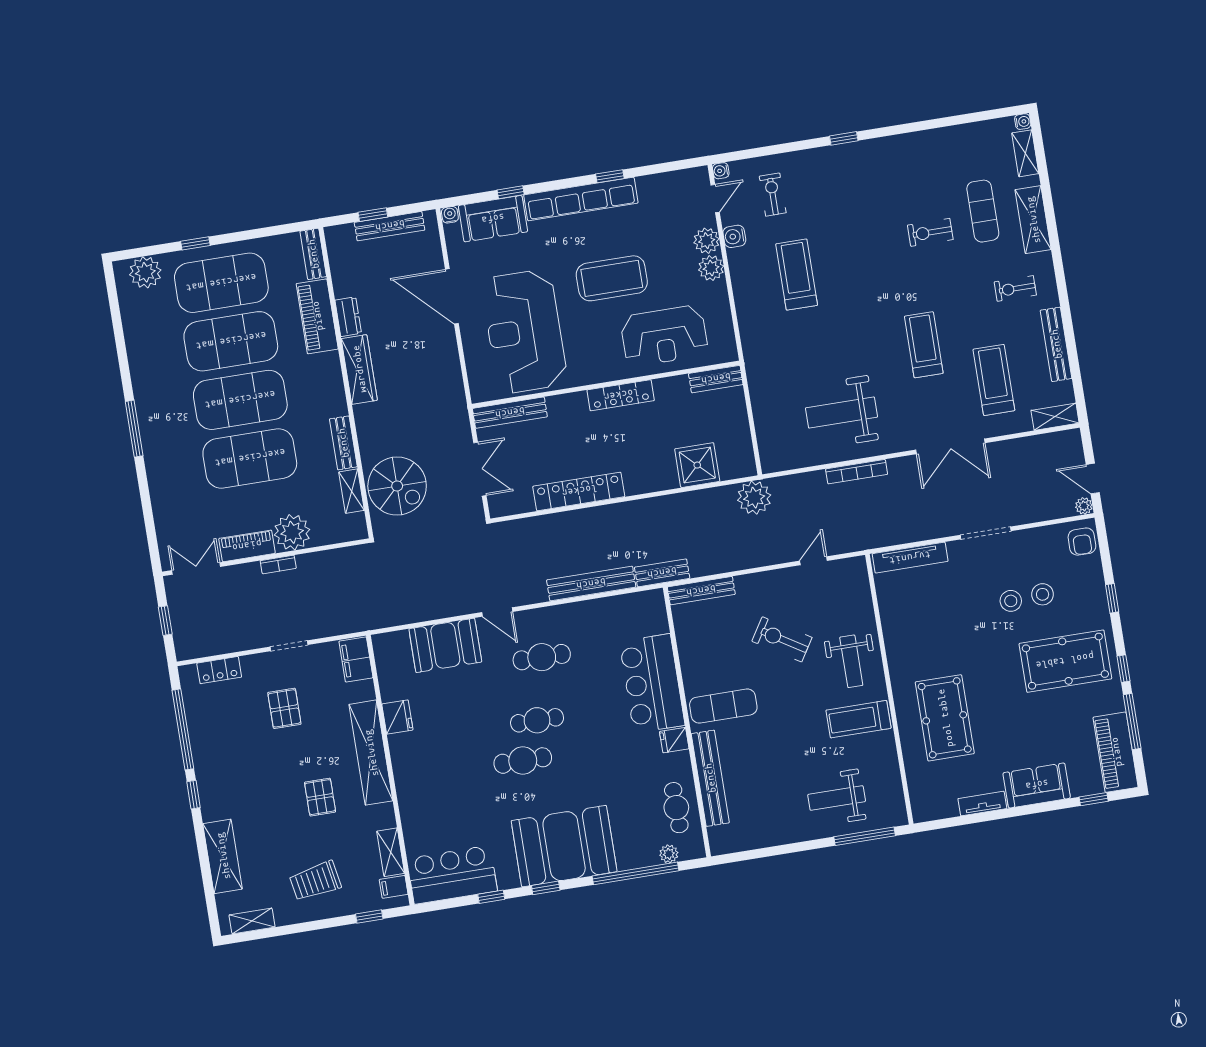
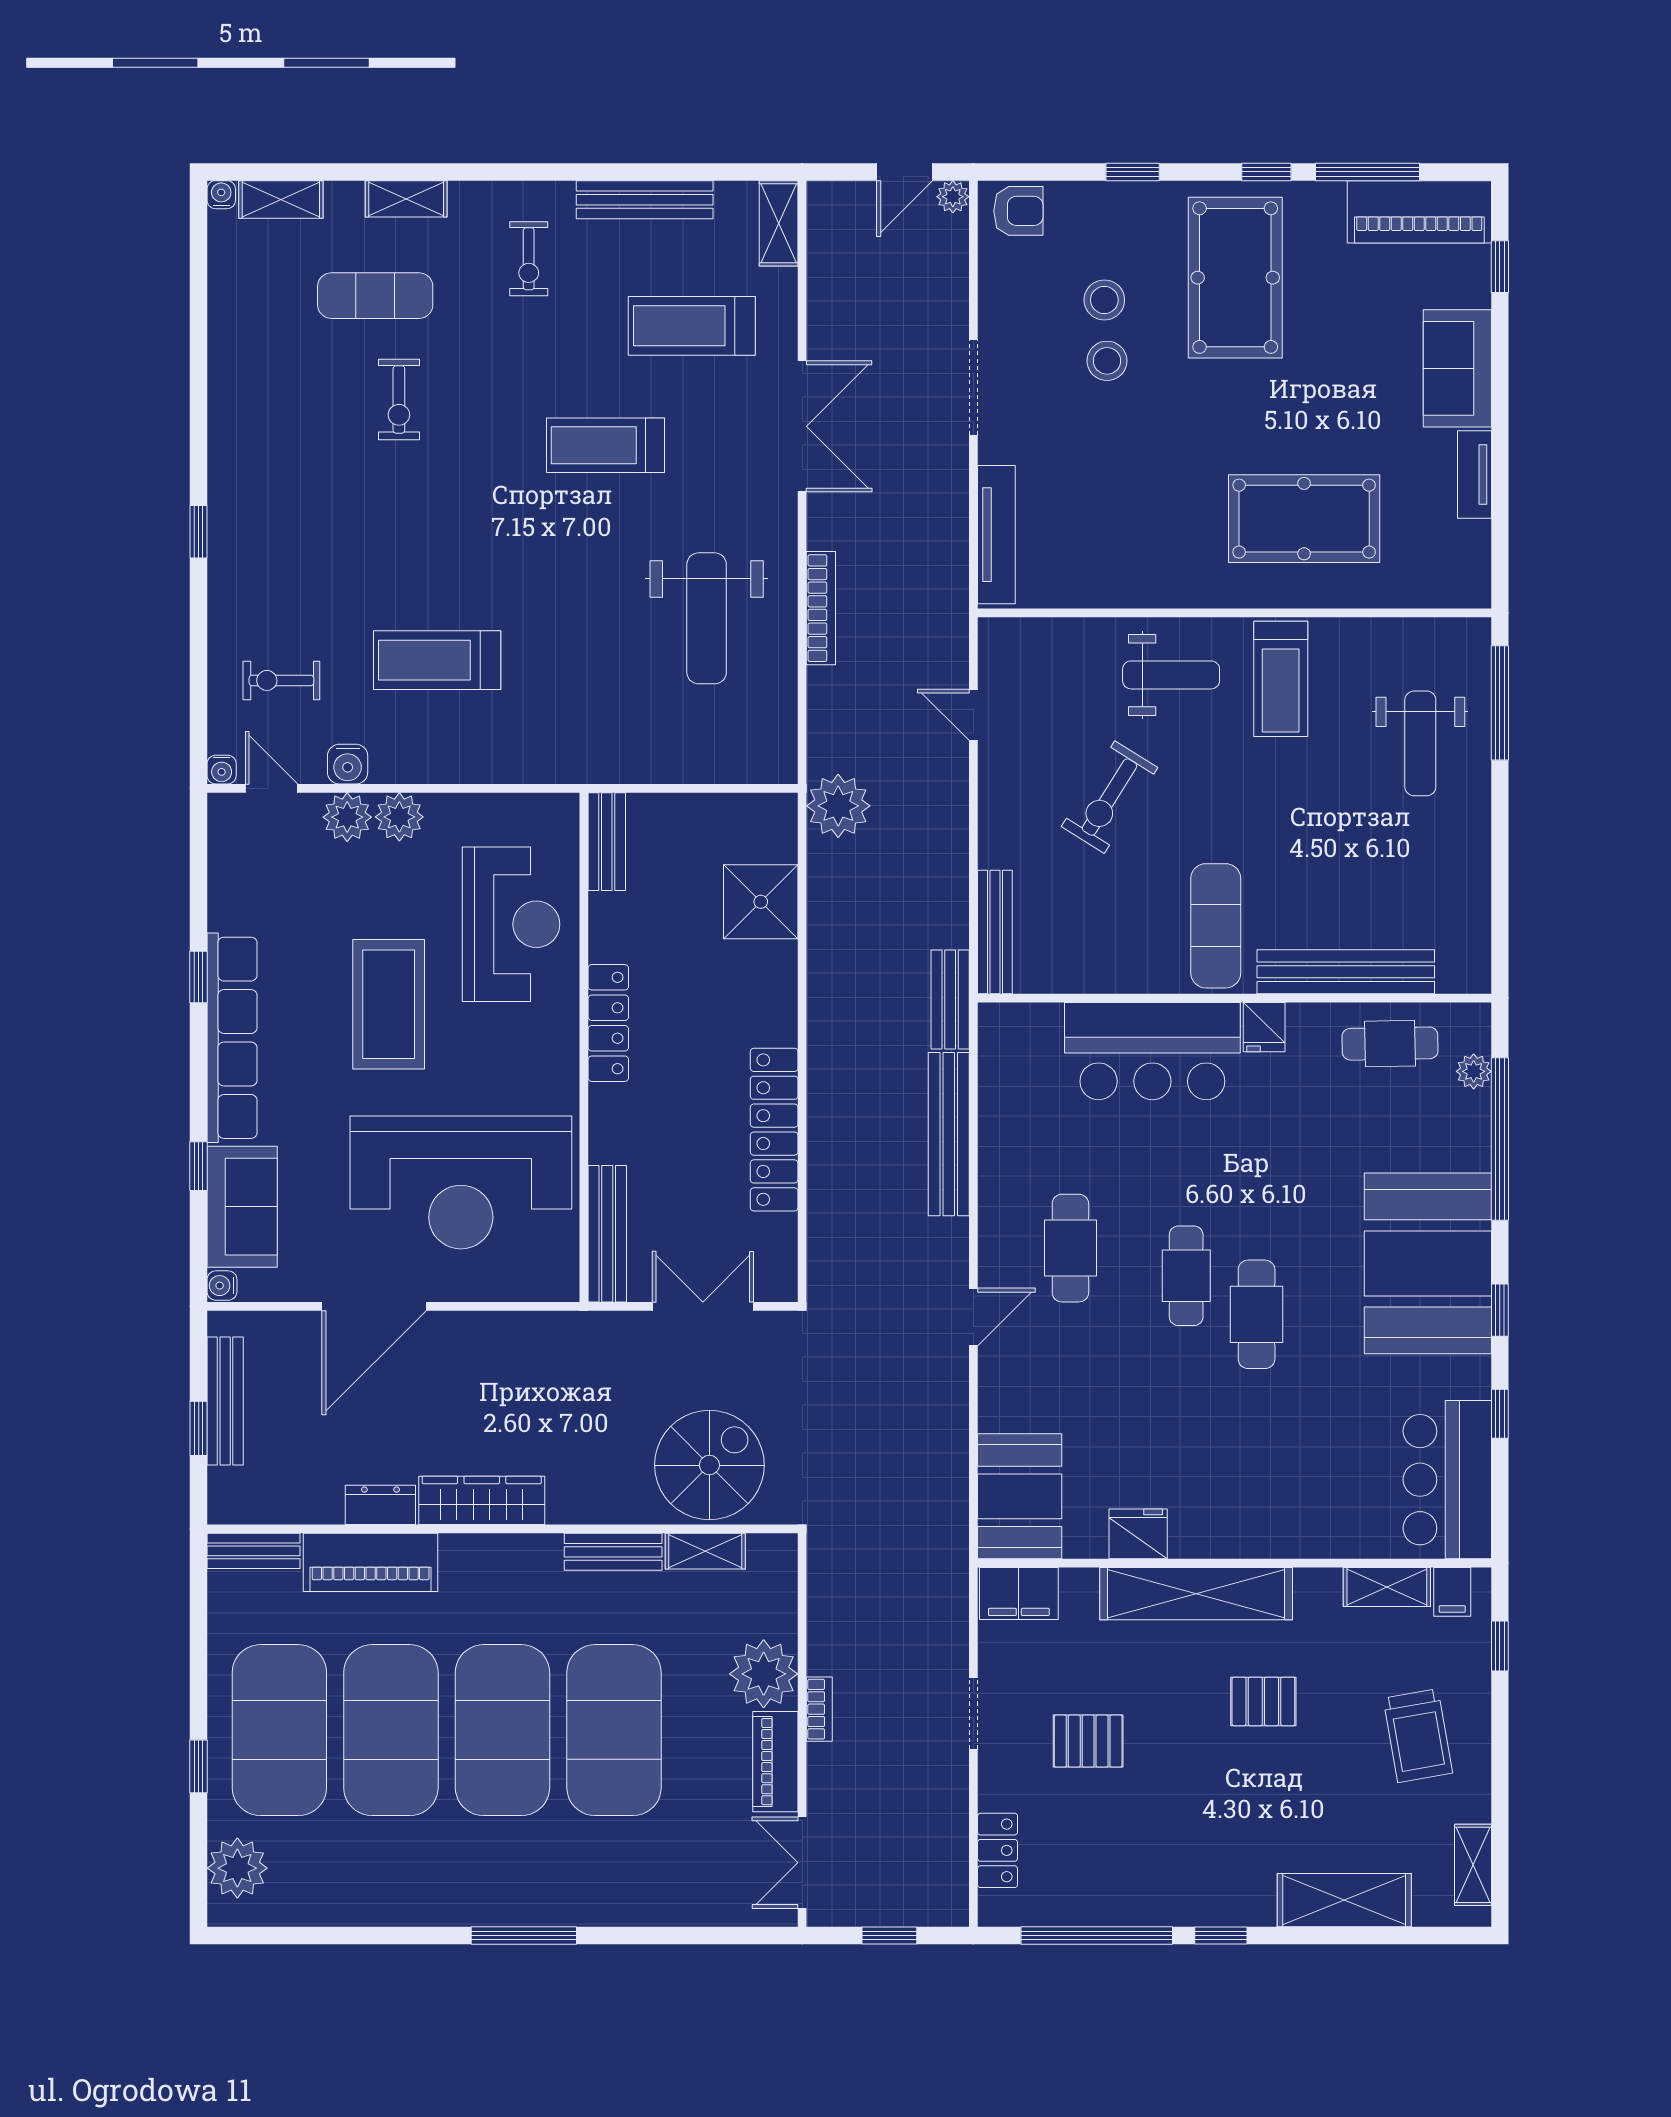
shelving: (1033, 220) -> (406, 199), width x0.67, depth x0.75
booth: (445, 645) -> (1020, 1496), moved

